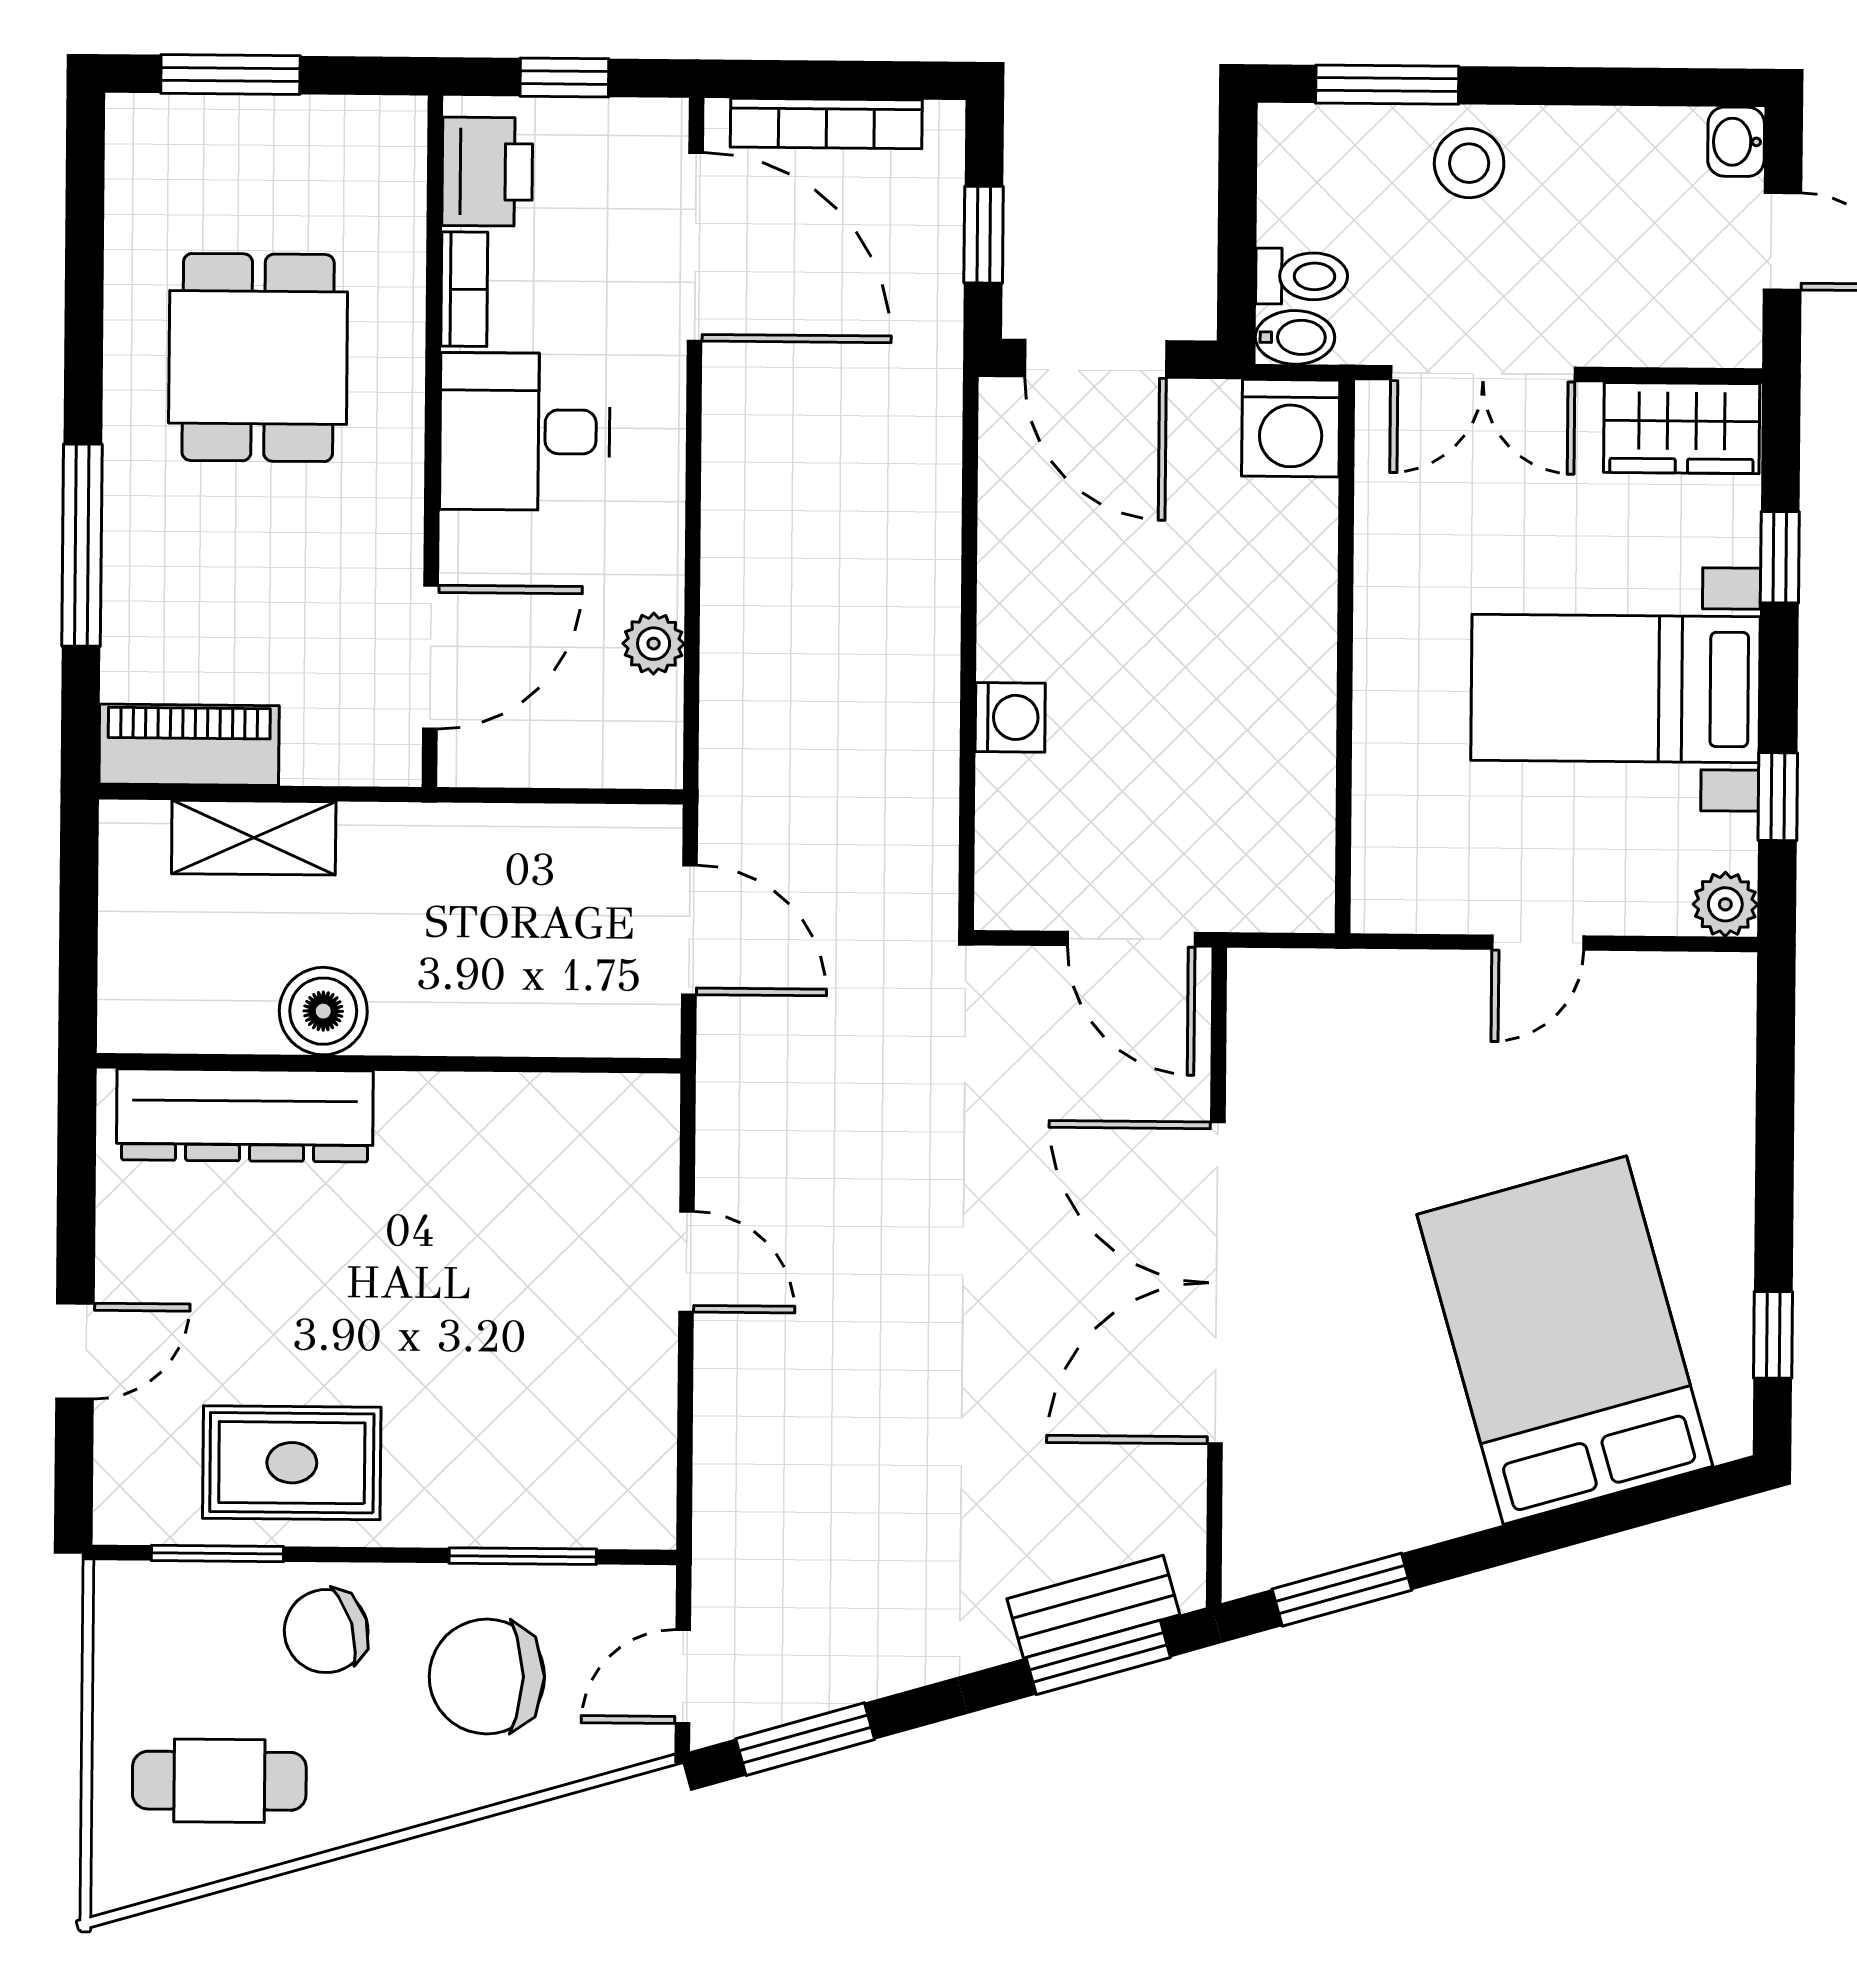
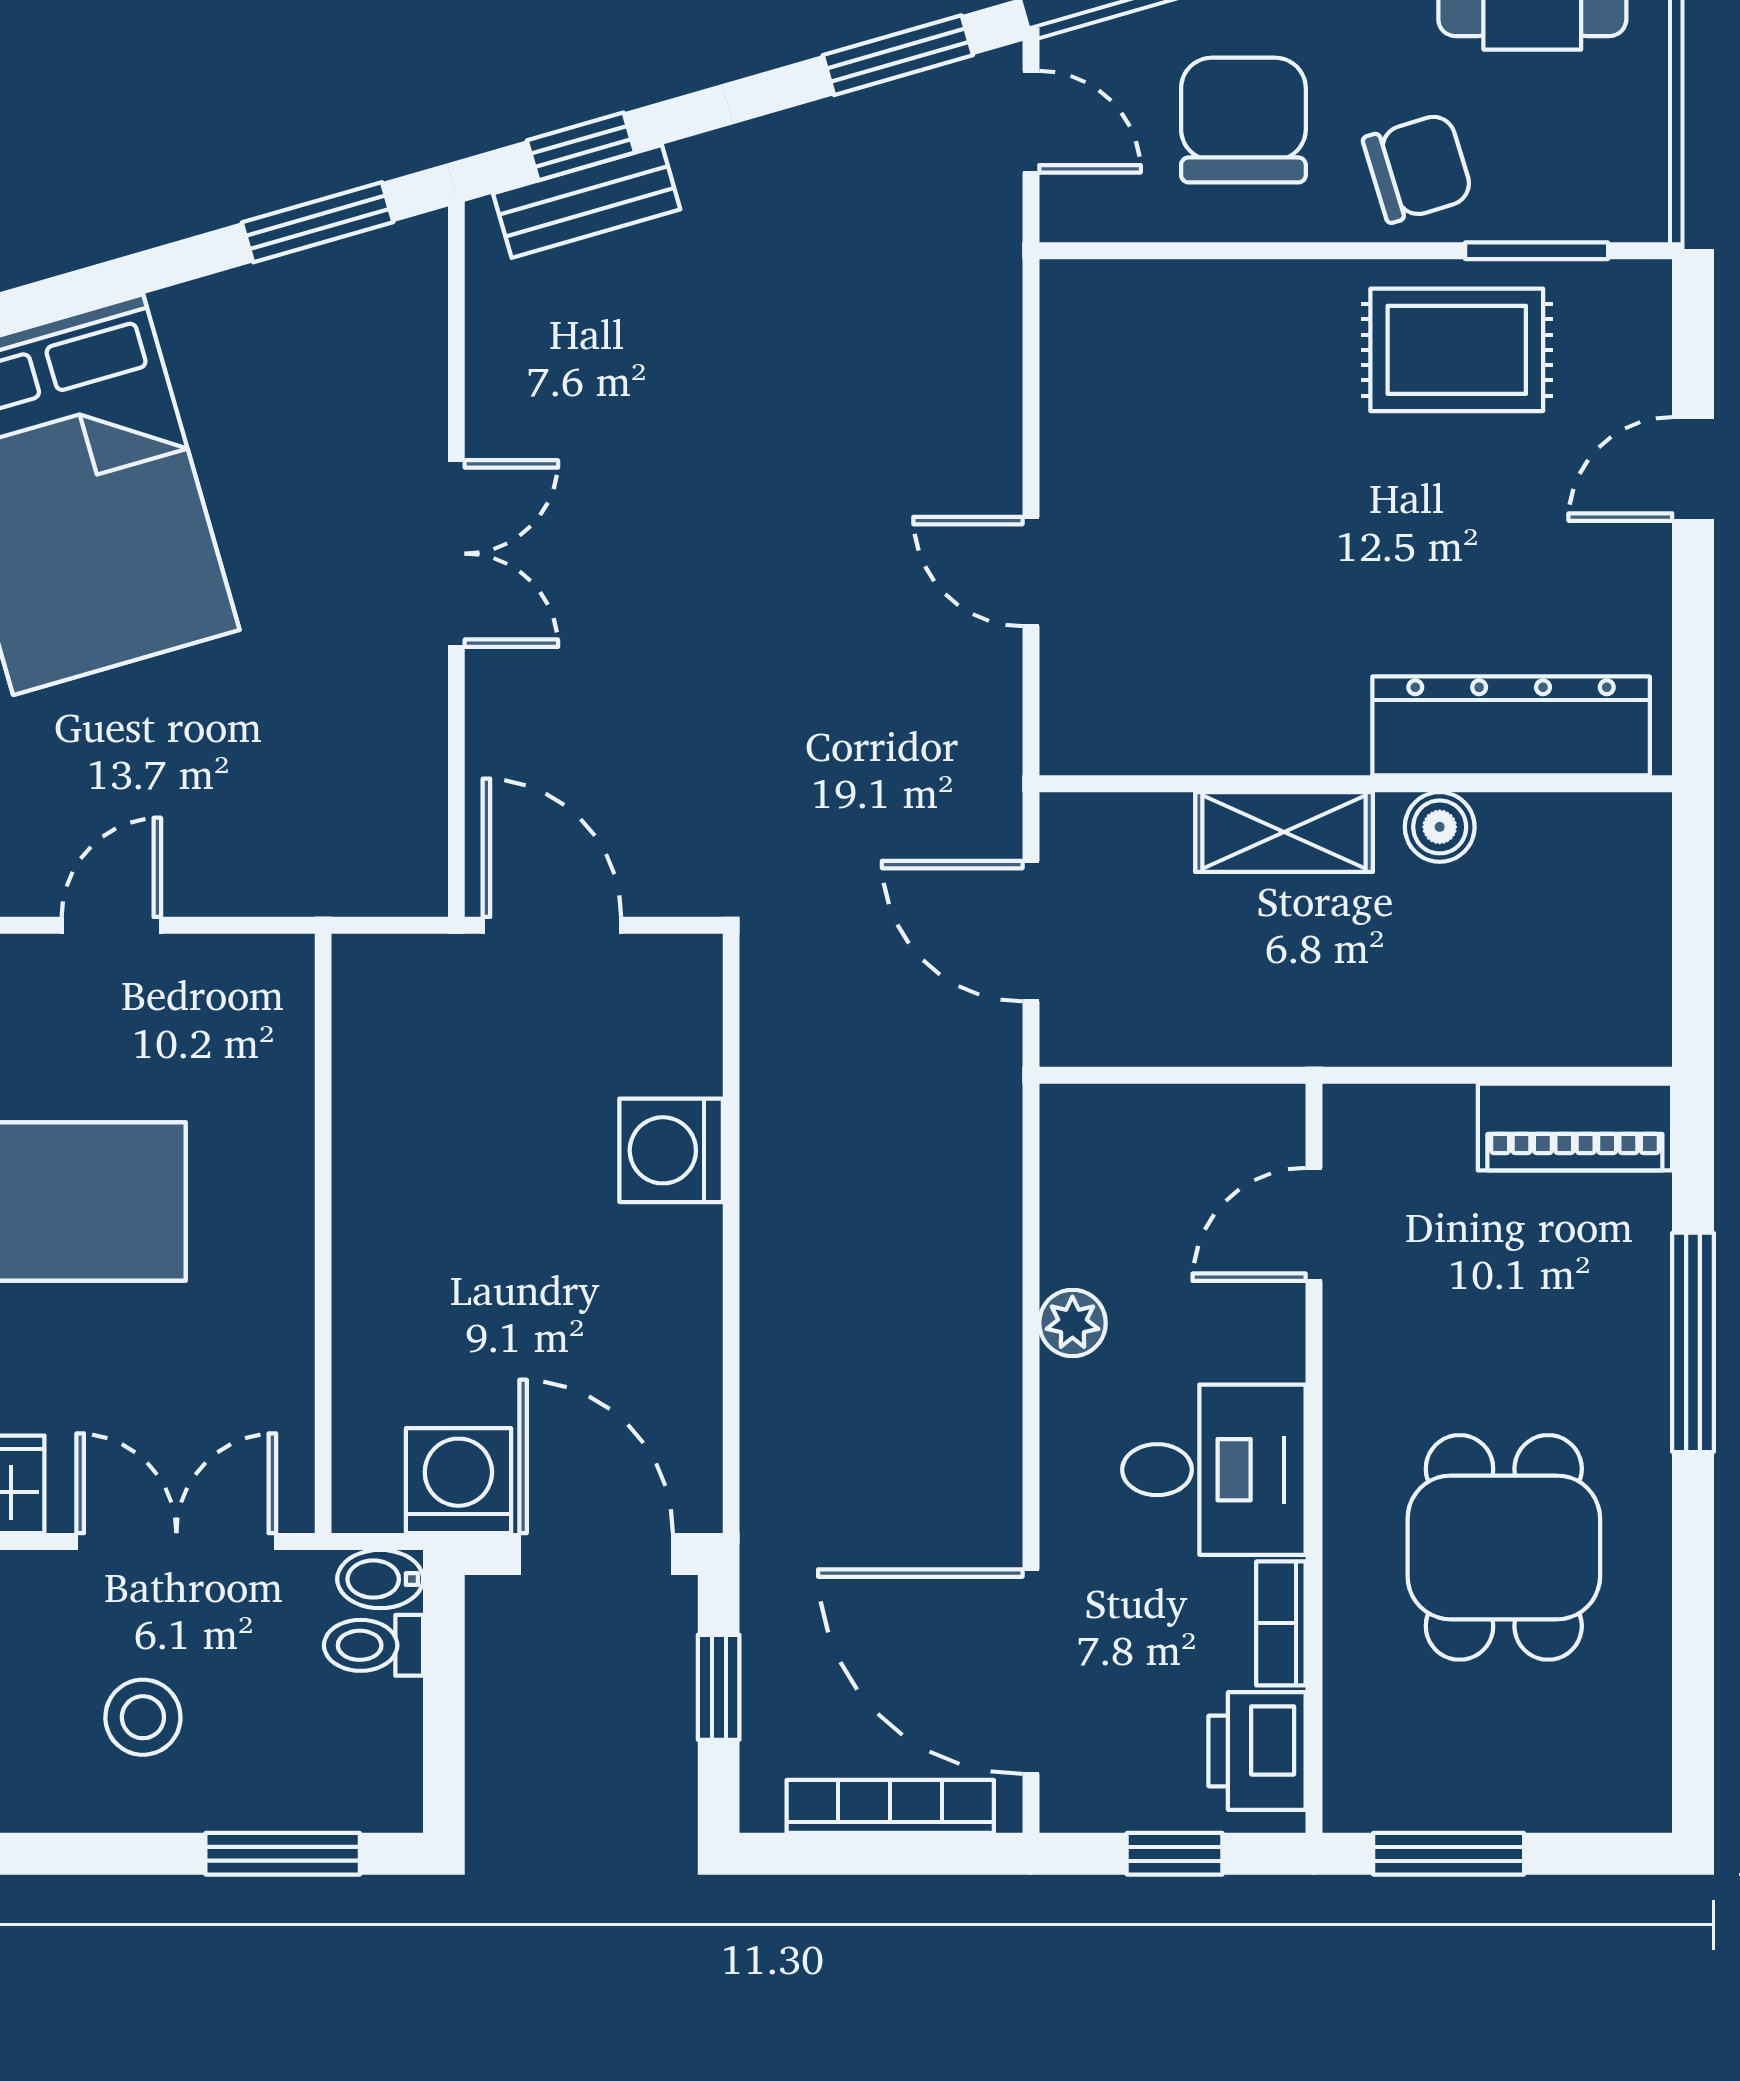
window: (230, 75) -> (1449, 1854), moved
stool: (1469, 163) -> (143, 1717), moved
washing machine: (1291, 428) -> (458, 1481), moved
plant: (654, 644) -> (1072, 1323), moved
door: (431, 657) -> (1314, 1224), width x0.73
washing machine: (1010, 717) -> (671, 1150), width x1.38, depth x1.38
shelving: (254, 838) -> (1284, 832), moved
boiler: (323, 1011) -> (1440, 827), width x0.73, depth x0.73
double door: (1216, 1283) -> (456, 554), width x0.54
window: (523, 1556) -> (1206, 251), removed
window: (1098, 1657) -> (581, 146), width x0.67
chair: (487, 1677) -> (1243, 120), turned -90
door: (683, 1677) -> (1031, 122), hinge flipped

